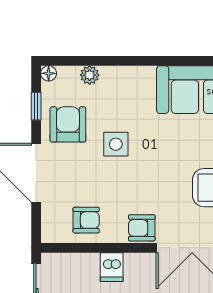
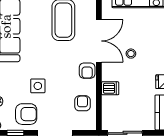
armchair: (68, 124) -> (26, 114), turned 180

